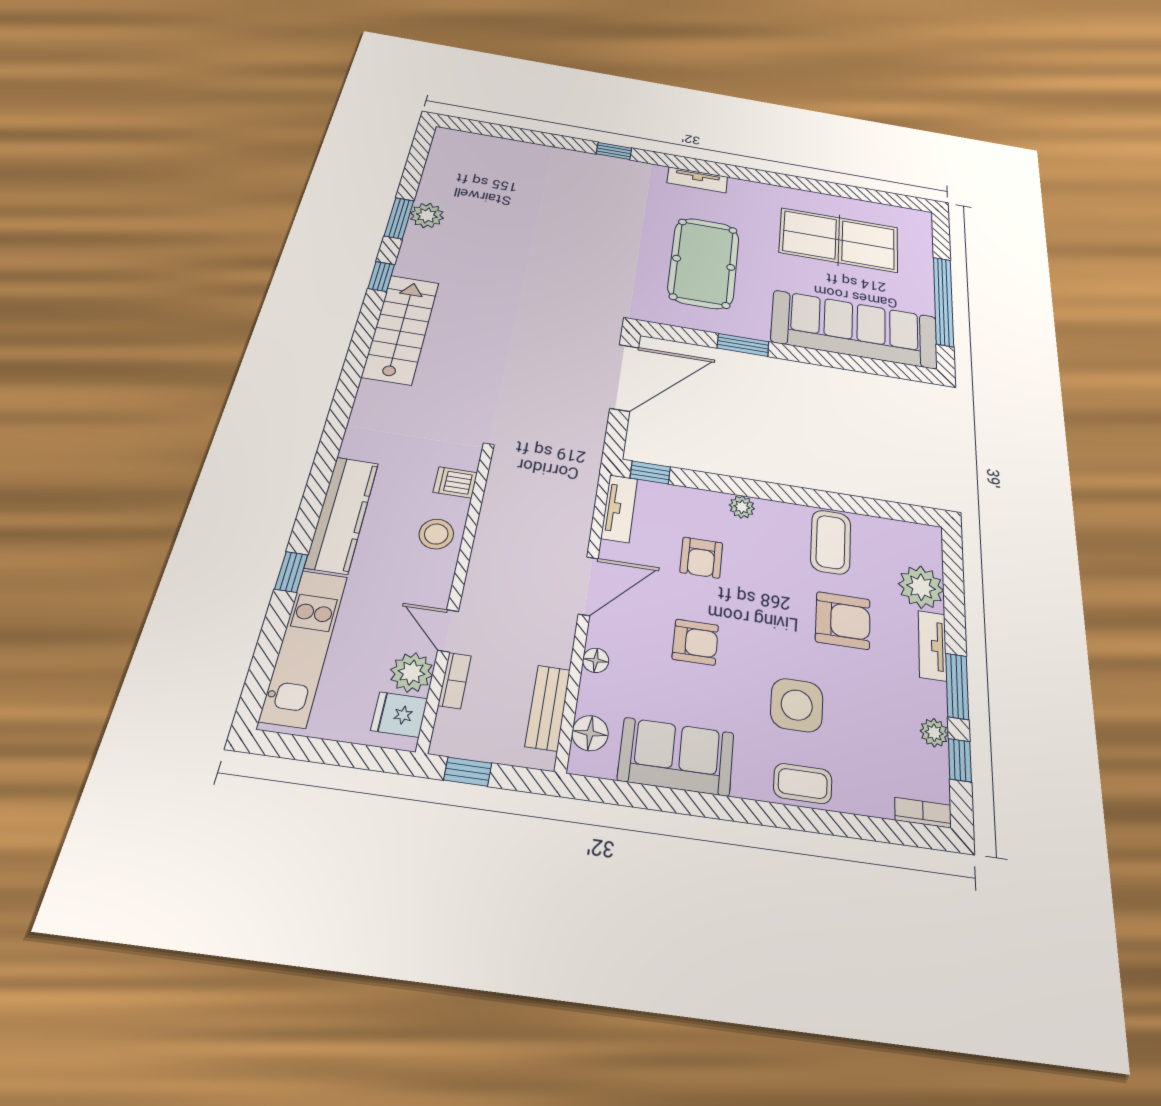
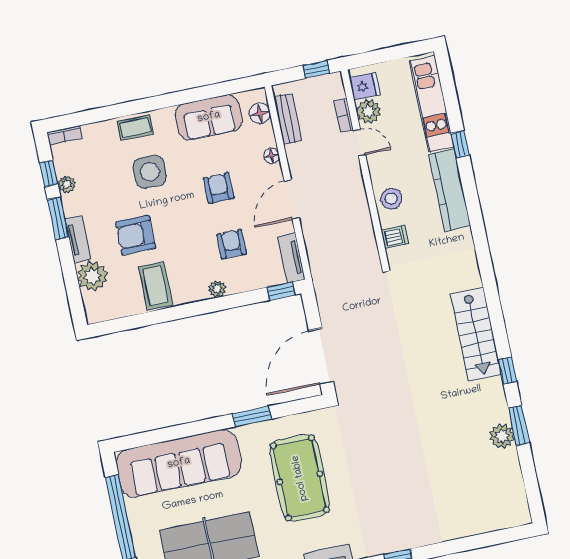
armchair: (695, 642) -> (219, 188), turned 90

